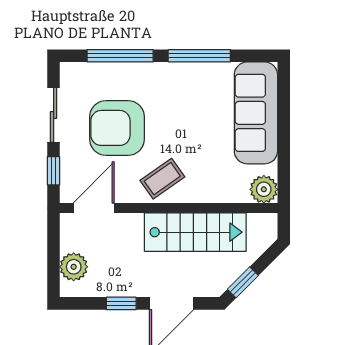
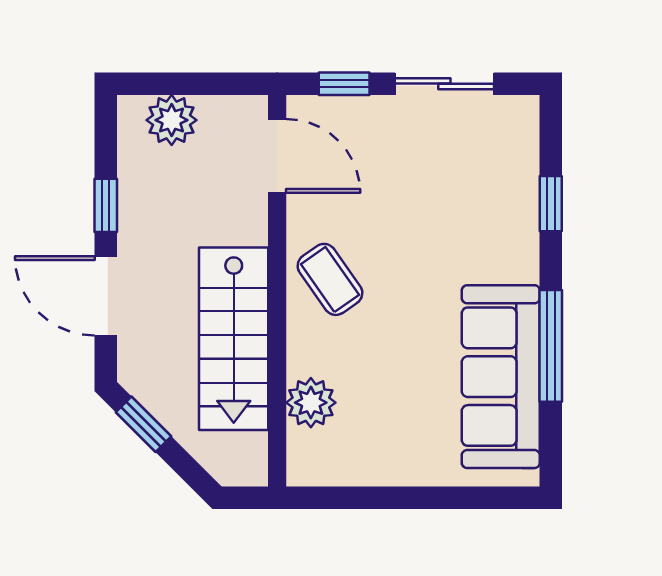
window: (120, 56) -> (551, 204), width x0.46
sofa: (256, 113) -> (501, 377), moved, turned -90
armchair: (117, 128) -> (421, 198), removed
plant: (264, 189) -> (311, 403), moved

